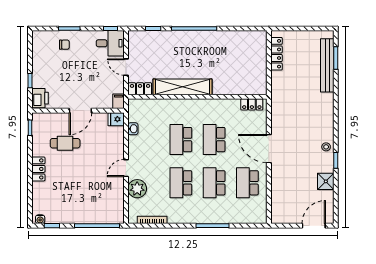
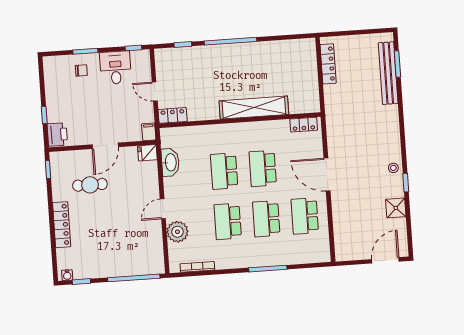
desk: (110, 43) -> (116, 68), moved, turned -90
shelving: (182, 87) -> (254, 108), moved
washbasin: (133, 129) -> (170, 162), width x1.91, depth x1.45
locker: (38, 169) -> (62, 225), width x1.53

